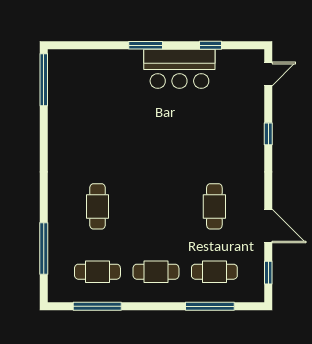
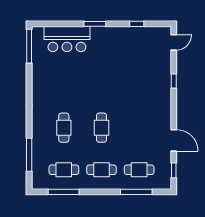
bar counter: (179, 69) -> (67, 39), moved
cafe table: (214, 206) -> (101, 128), moved

